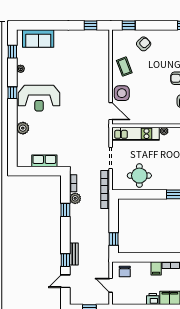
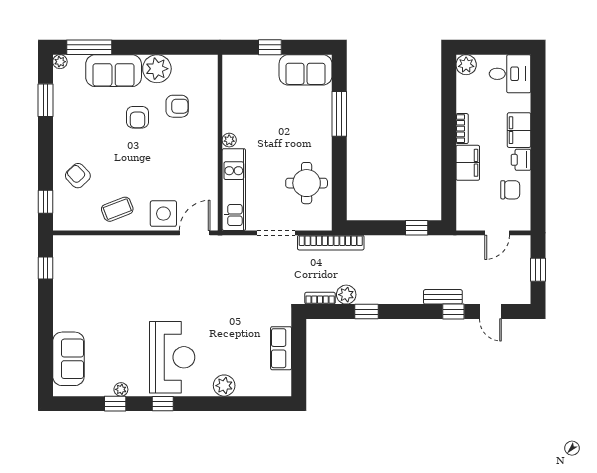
window: (12, 52) -> (115, 404), moved
filing cabinet: (156, 268) -> (468, 163), width x2.00
chair: (125, 272) -> (510, 190), moved

